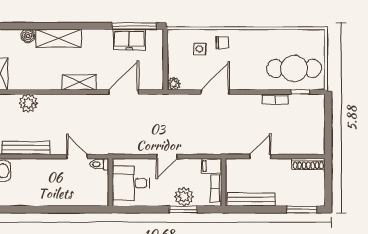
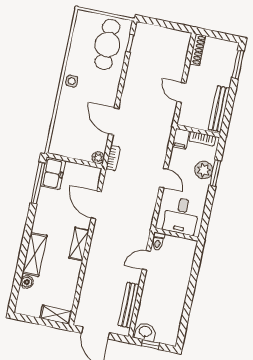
freezer: (129, 40) -> (53, 173), moved
chair: (222, 43) -> (70, 106), removed
side table: (200, 49) -> (72, 81), moved
bookcase: (275, 99) -> (113, 158), moved
plant: (28, 103) -> (88, 295), removed

